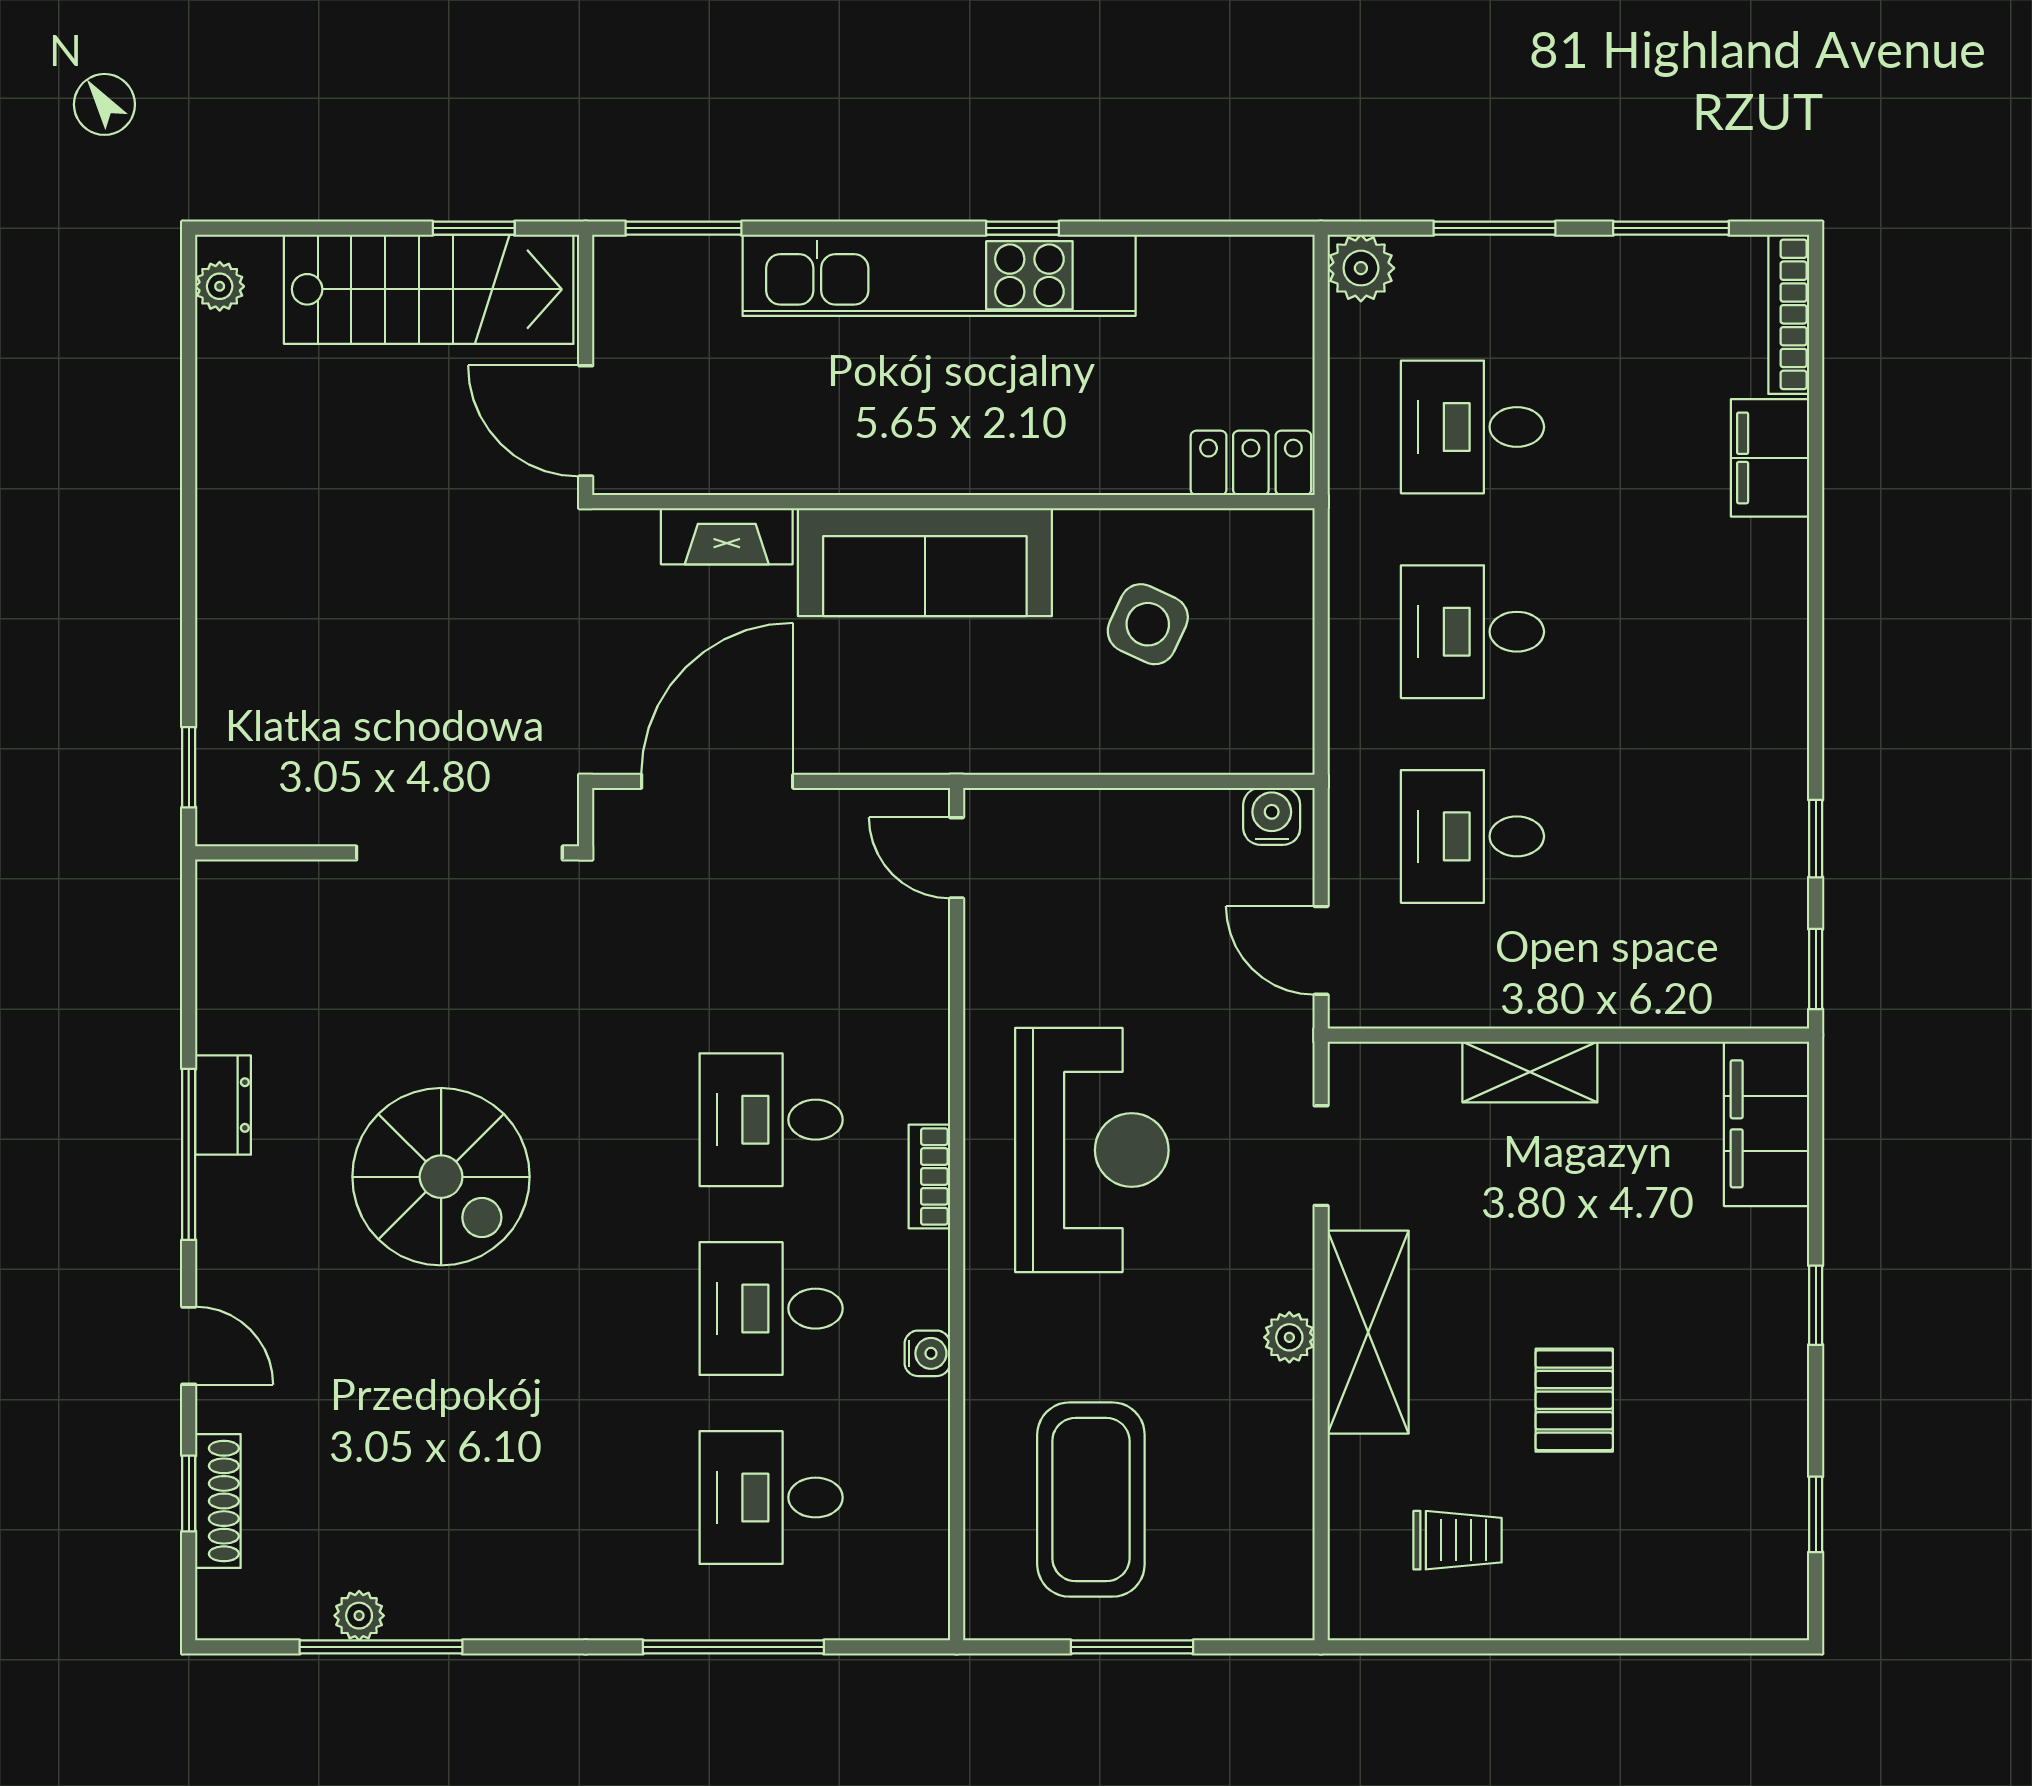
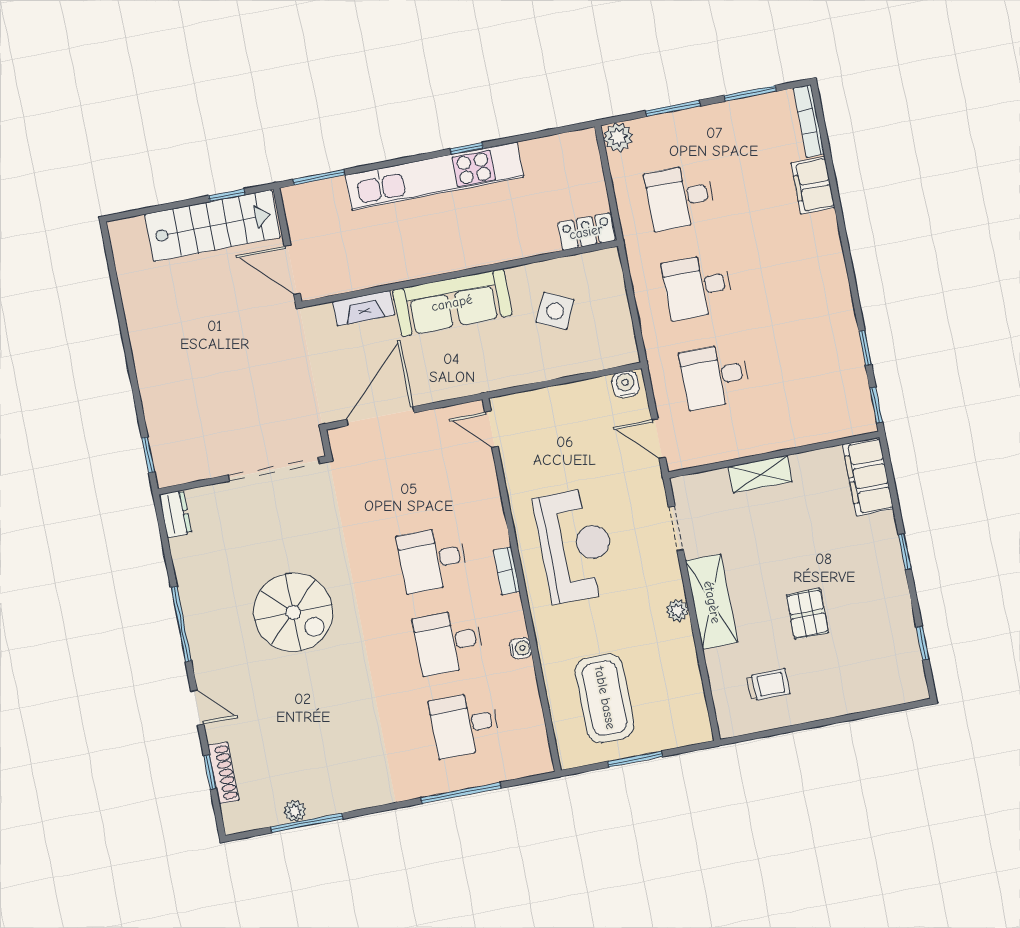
plant: (220, 286) -> (121, 242), removed
dresser: (223, 1105) -> (175, 514), moved

